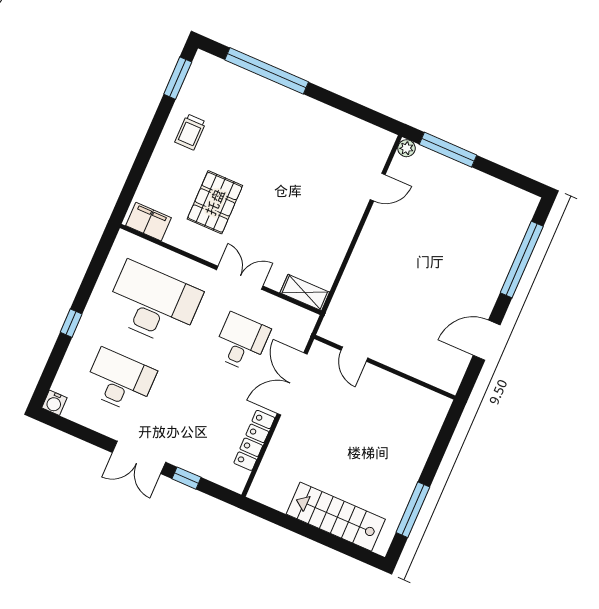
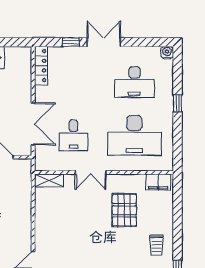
trolley: (190, 132) -> (156, 245), turned 180
locker: (254, 440) -> (41, 66), moved

